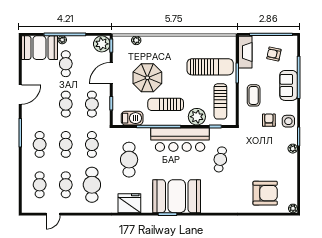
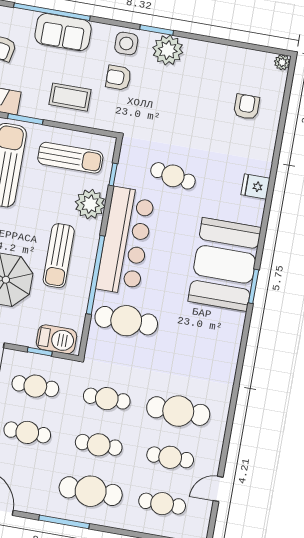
barbecue: (132, 118) -> (56, 339), moved, turned 90
cafe table: (40, 144) -> (91, 491), width x1.37, depth x1.35
plant: (293, 149) -> (168, 50), width x1.88, depth x1.88
cafe table: (129, 160) -> (126, 321), moved
armchair: (265, 193) -> (247, 107), width x0.53, depth x0.53
fridge: (129, 203) -> (256, 186), moved, width x0.53, depth x0.75
door: (53, 214) -> (218, 489), swing flipped

